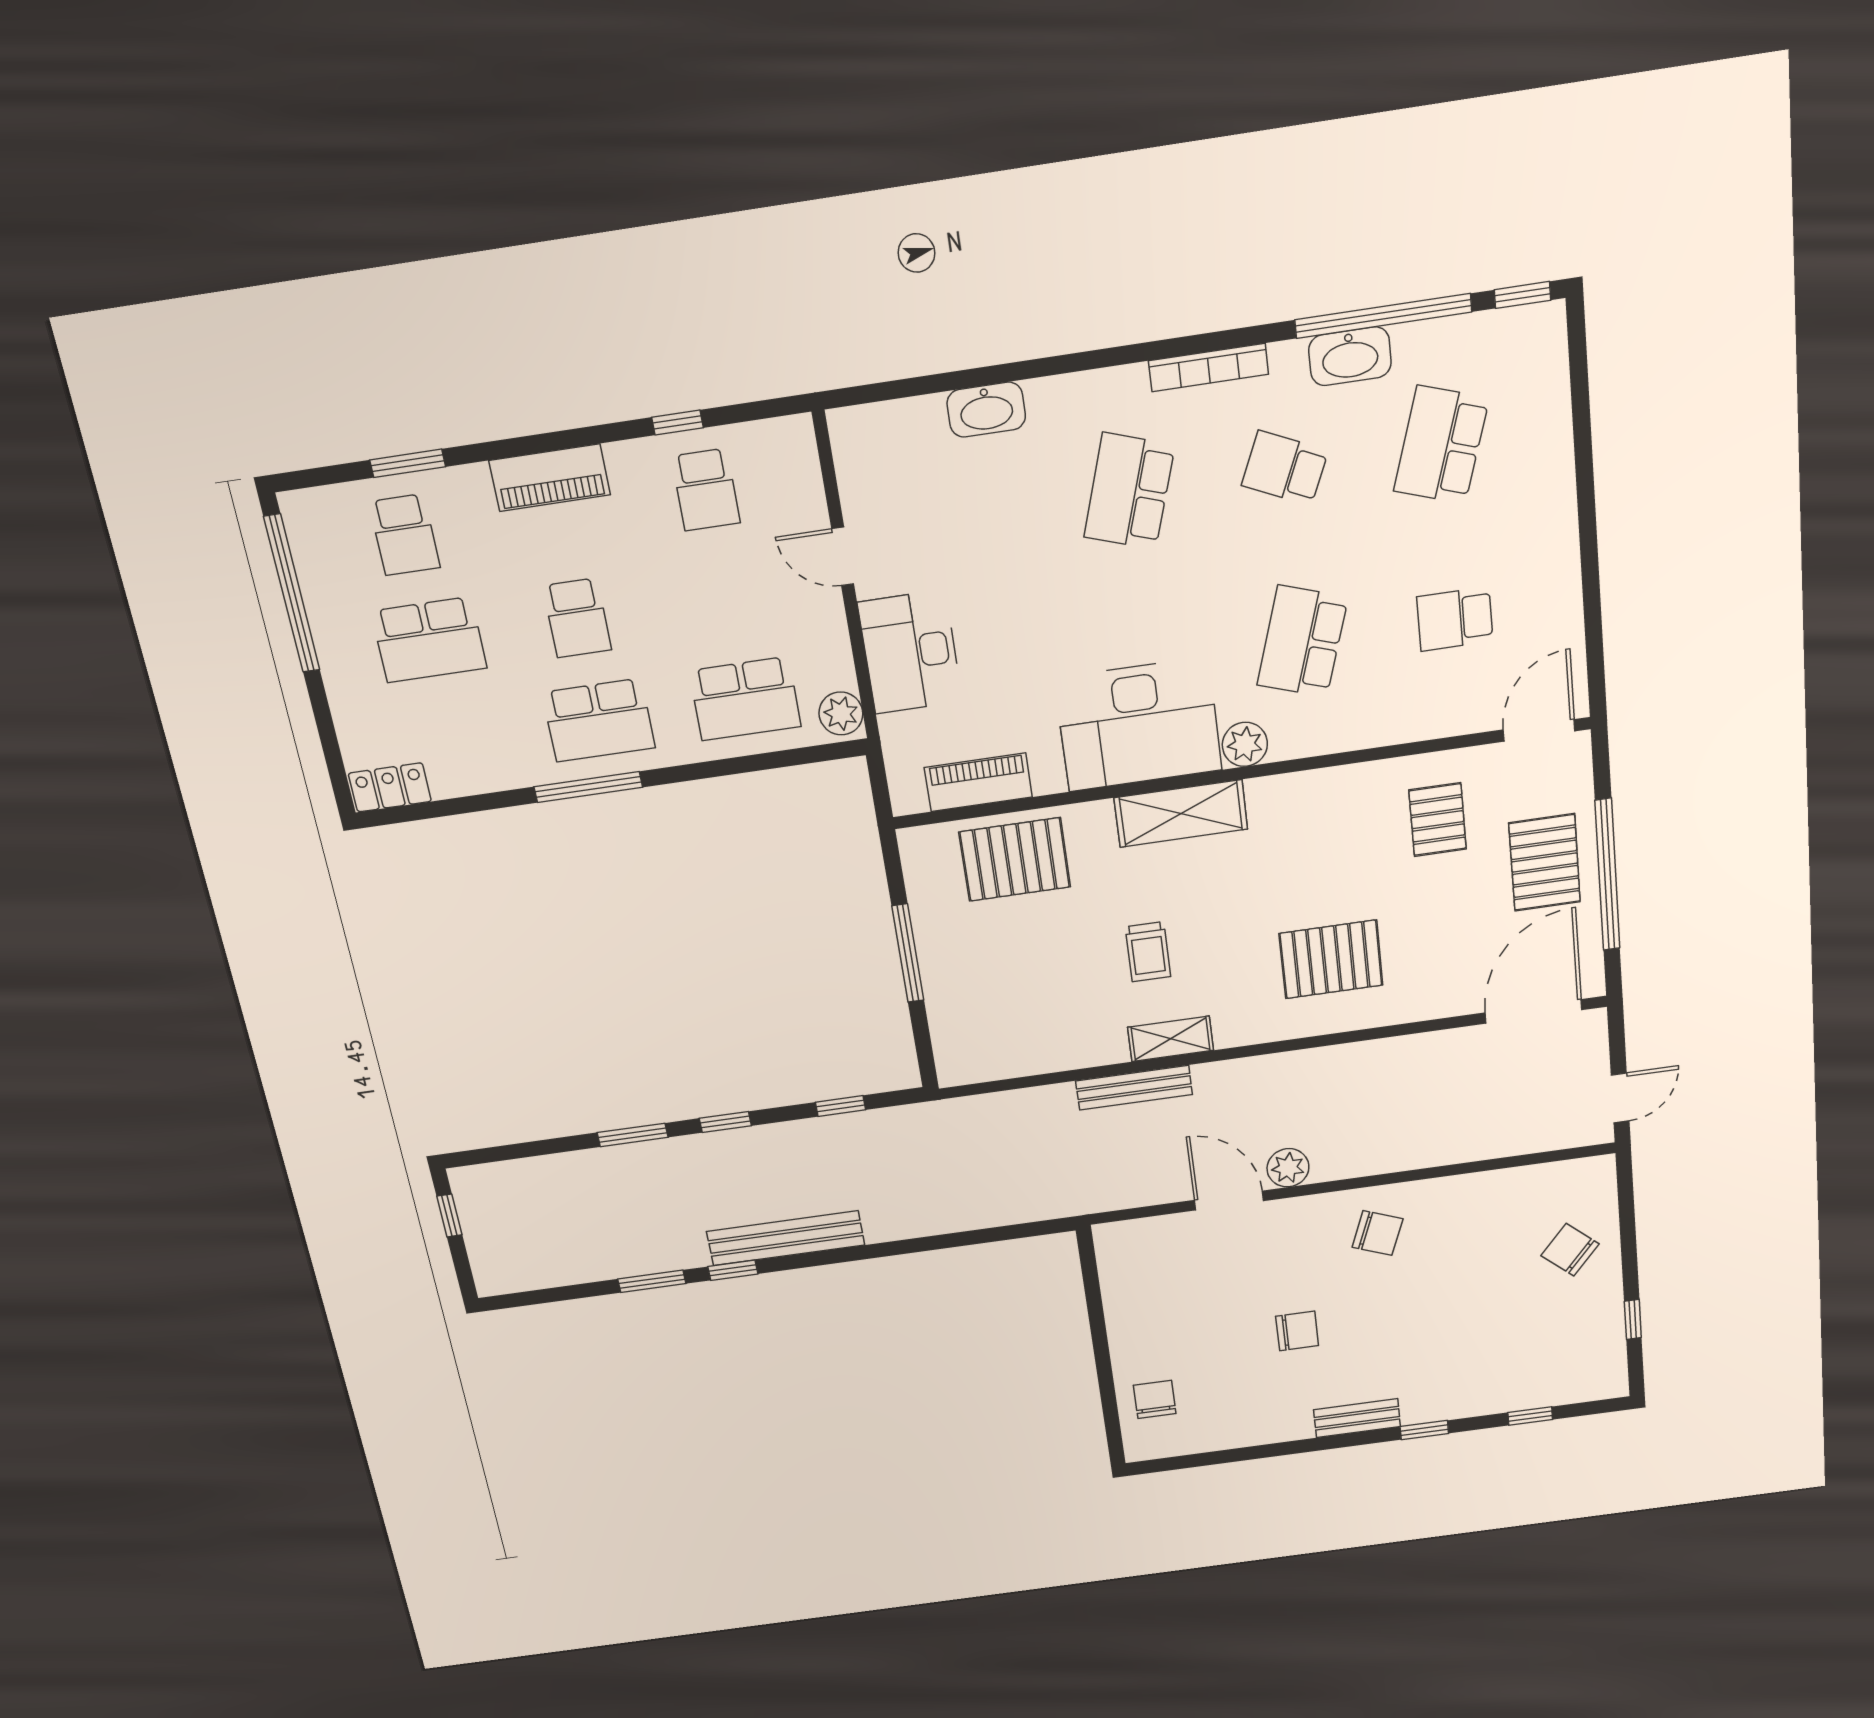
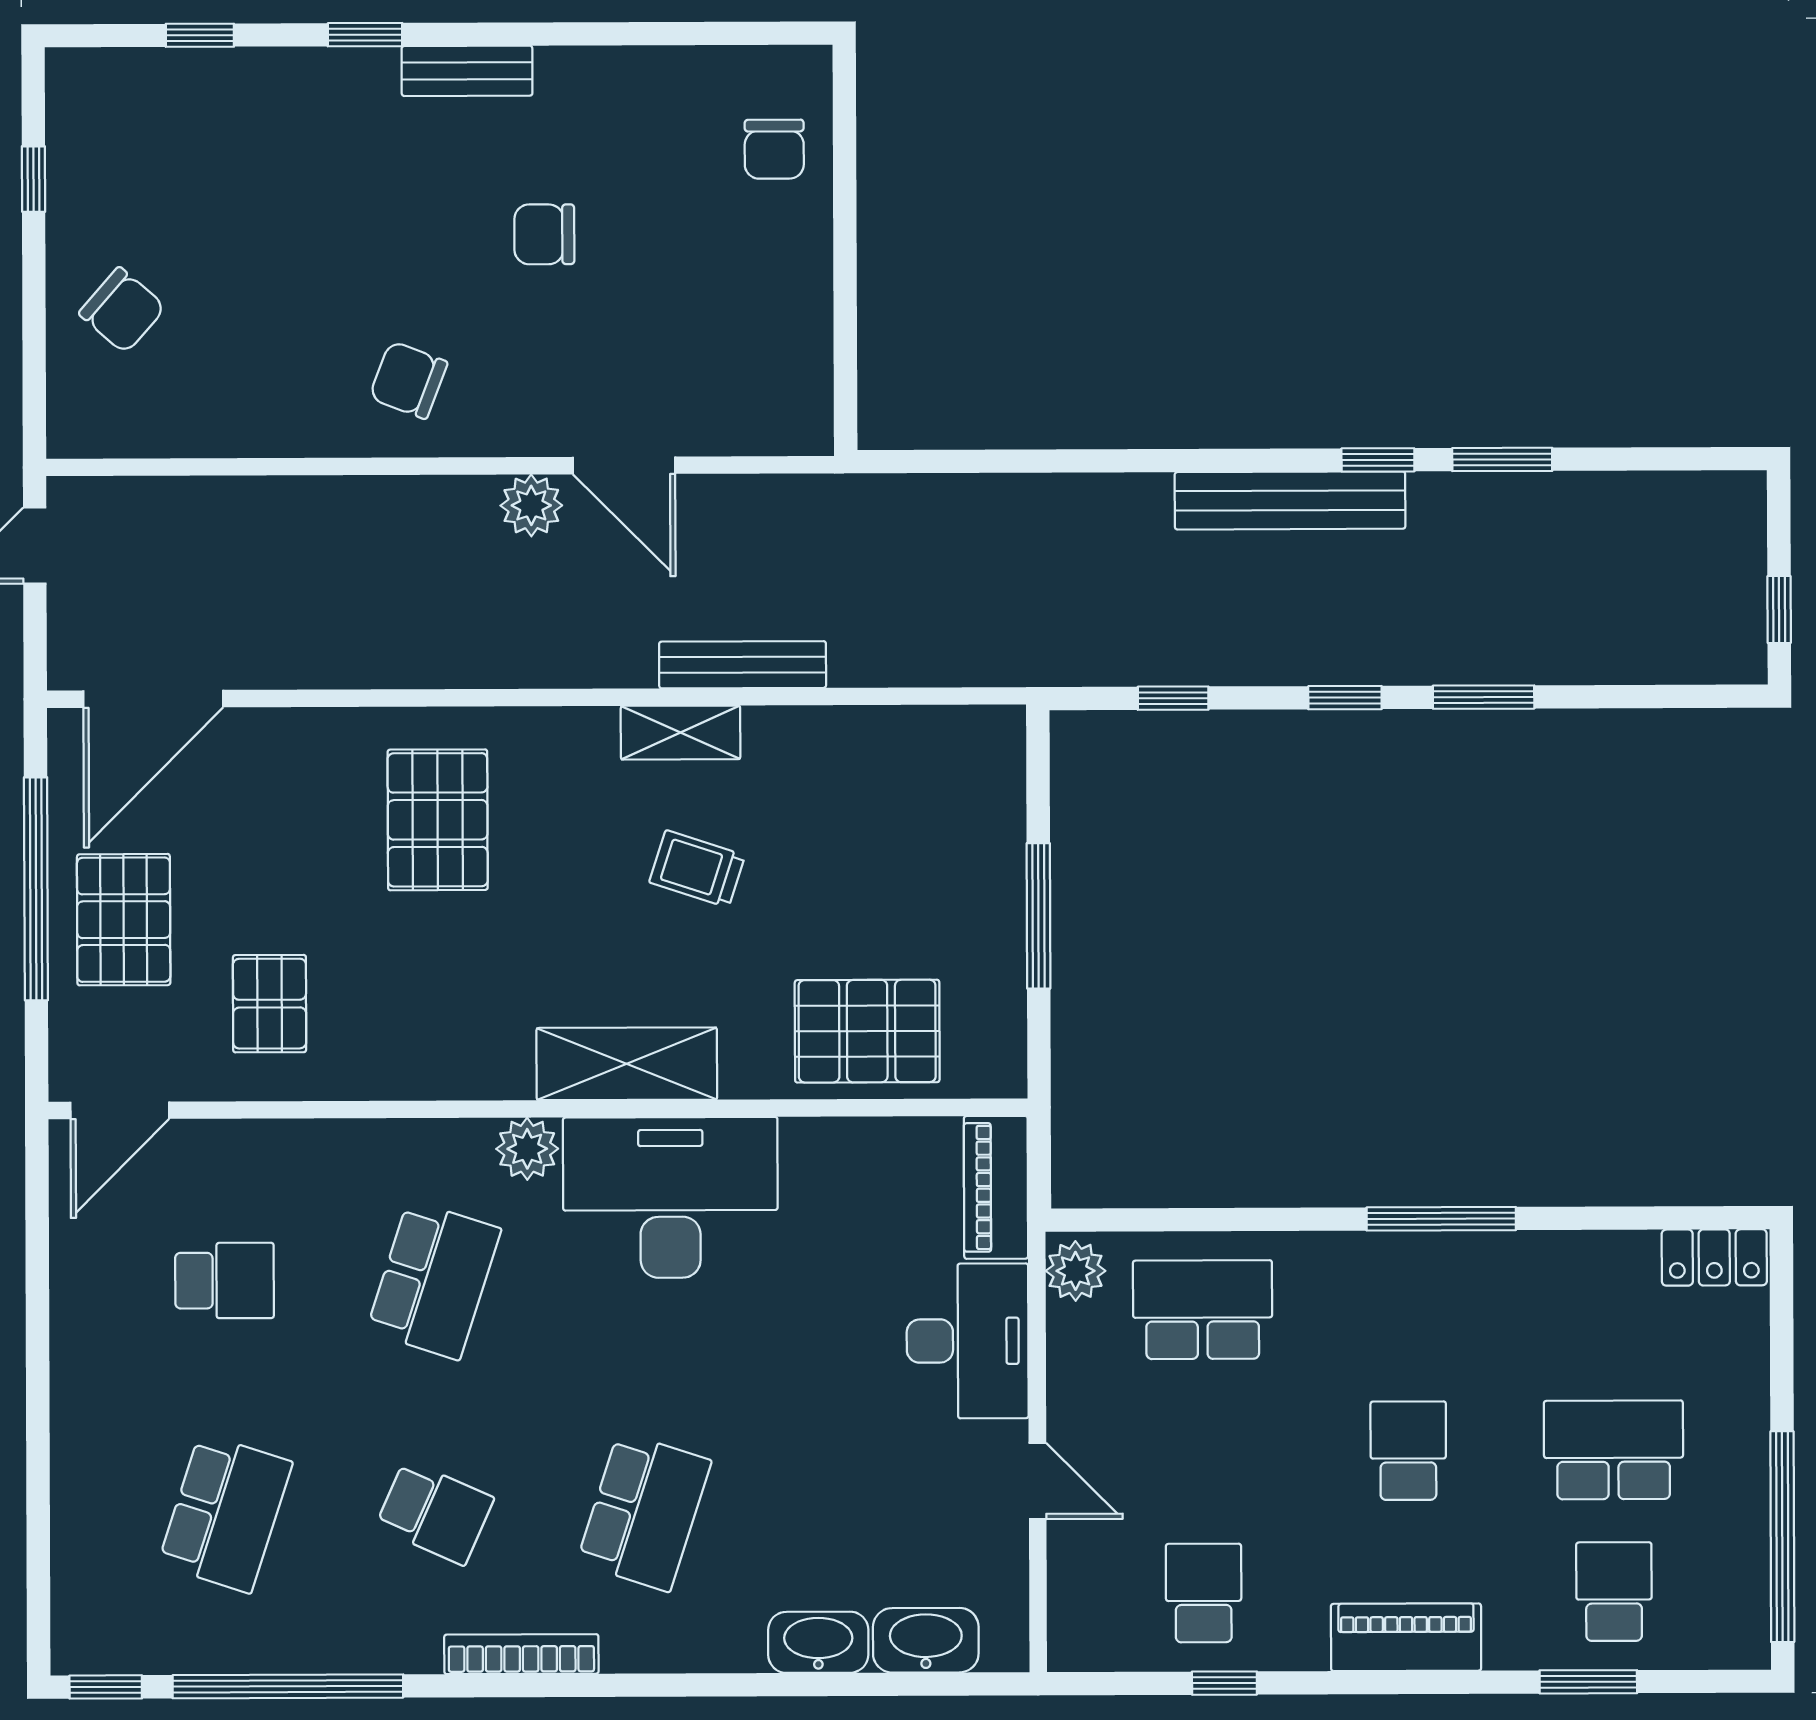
washbasin: (1350, 356) -> (926, 1640), moved
school desk: (599, 720) -> (1408, 1309), removed
piano: (978, 782) -> (996, 1187), moved, turned 90
trolley: (1148, 952) -> (697, 869), turned -72
pallet: (1331, 959) -> (438, 820), turned 90

